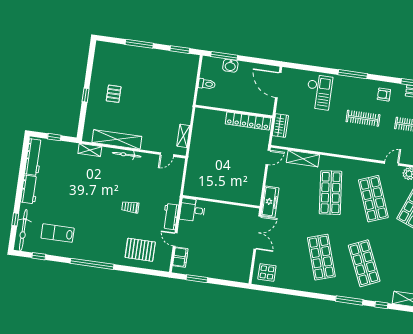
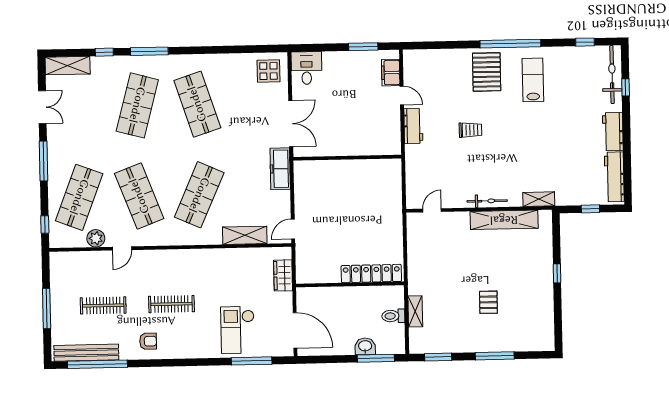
window: (353, 74) -> (252, 361), moved
pallet: (114, 94) -> (488, 302), moved
locker: (248, 121) -> (371, 273), moved
shelving: (183, 136) -> (415, 311), moved
shop shelf: (331, 193) -> (199, 195), turned 30
desk: (192, 210) -> (307, 68), moved, turned -90
lab bench: (58, 233) -> (533, 80), moved, turned -90
double door: (257, 233) -> (291, 124), swing flipped
pallet: (140, 250) -> (487, 72), moved, turned 90
shop shelf: (364, 263) -> (137, 105), turned 39

